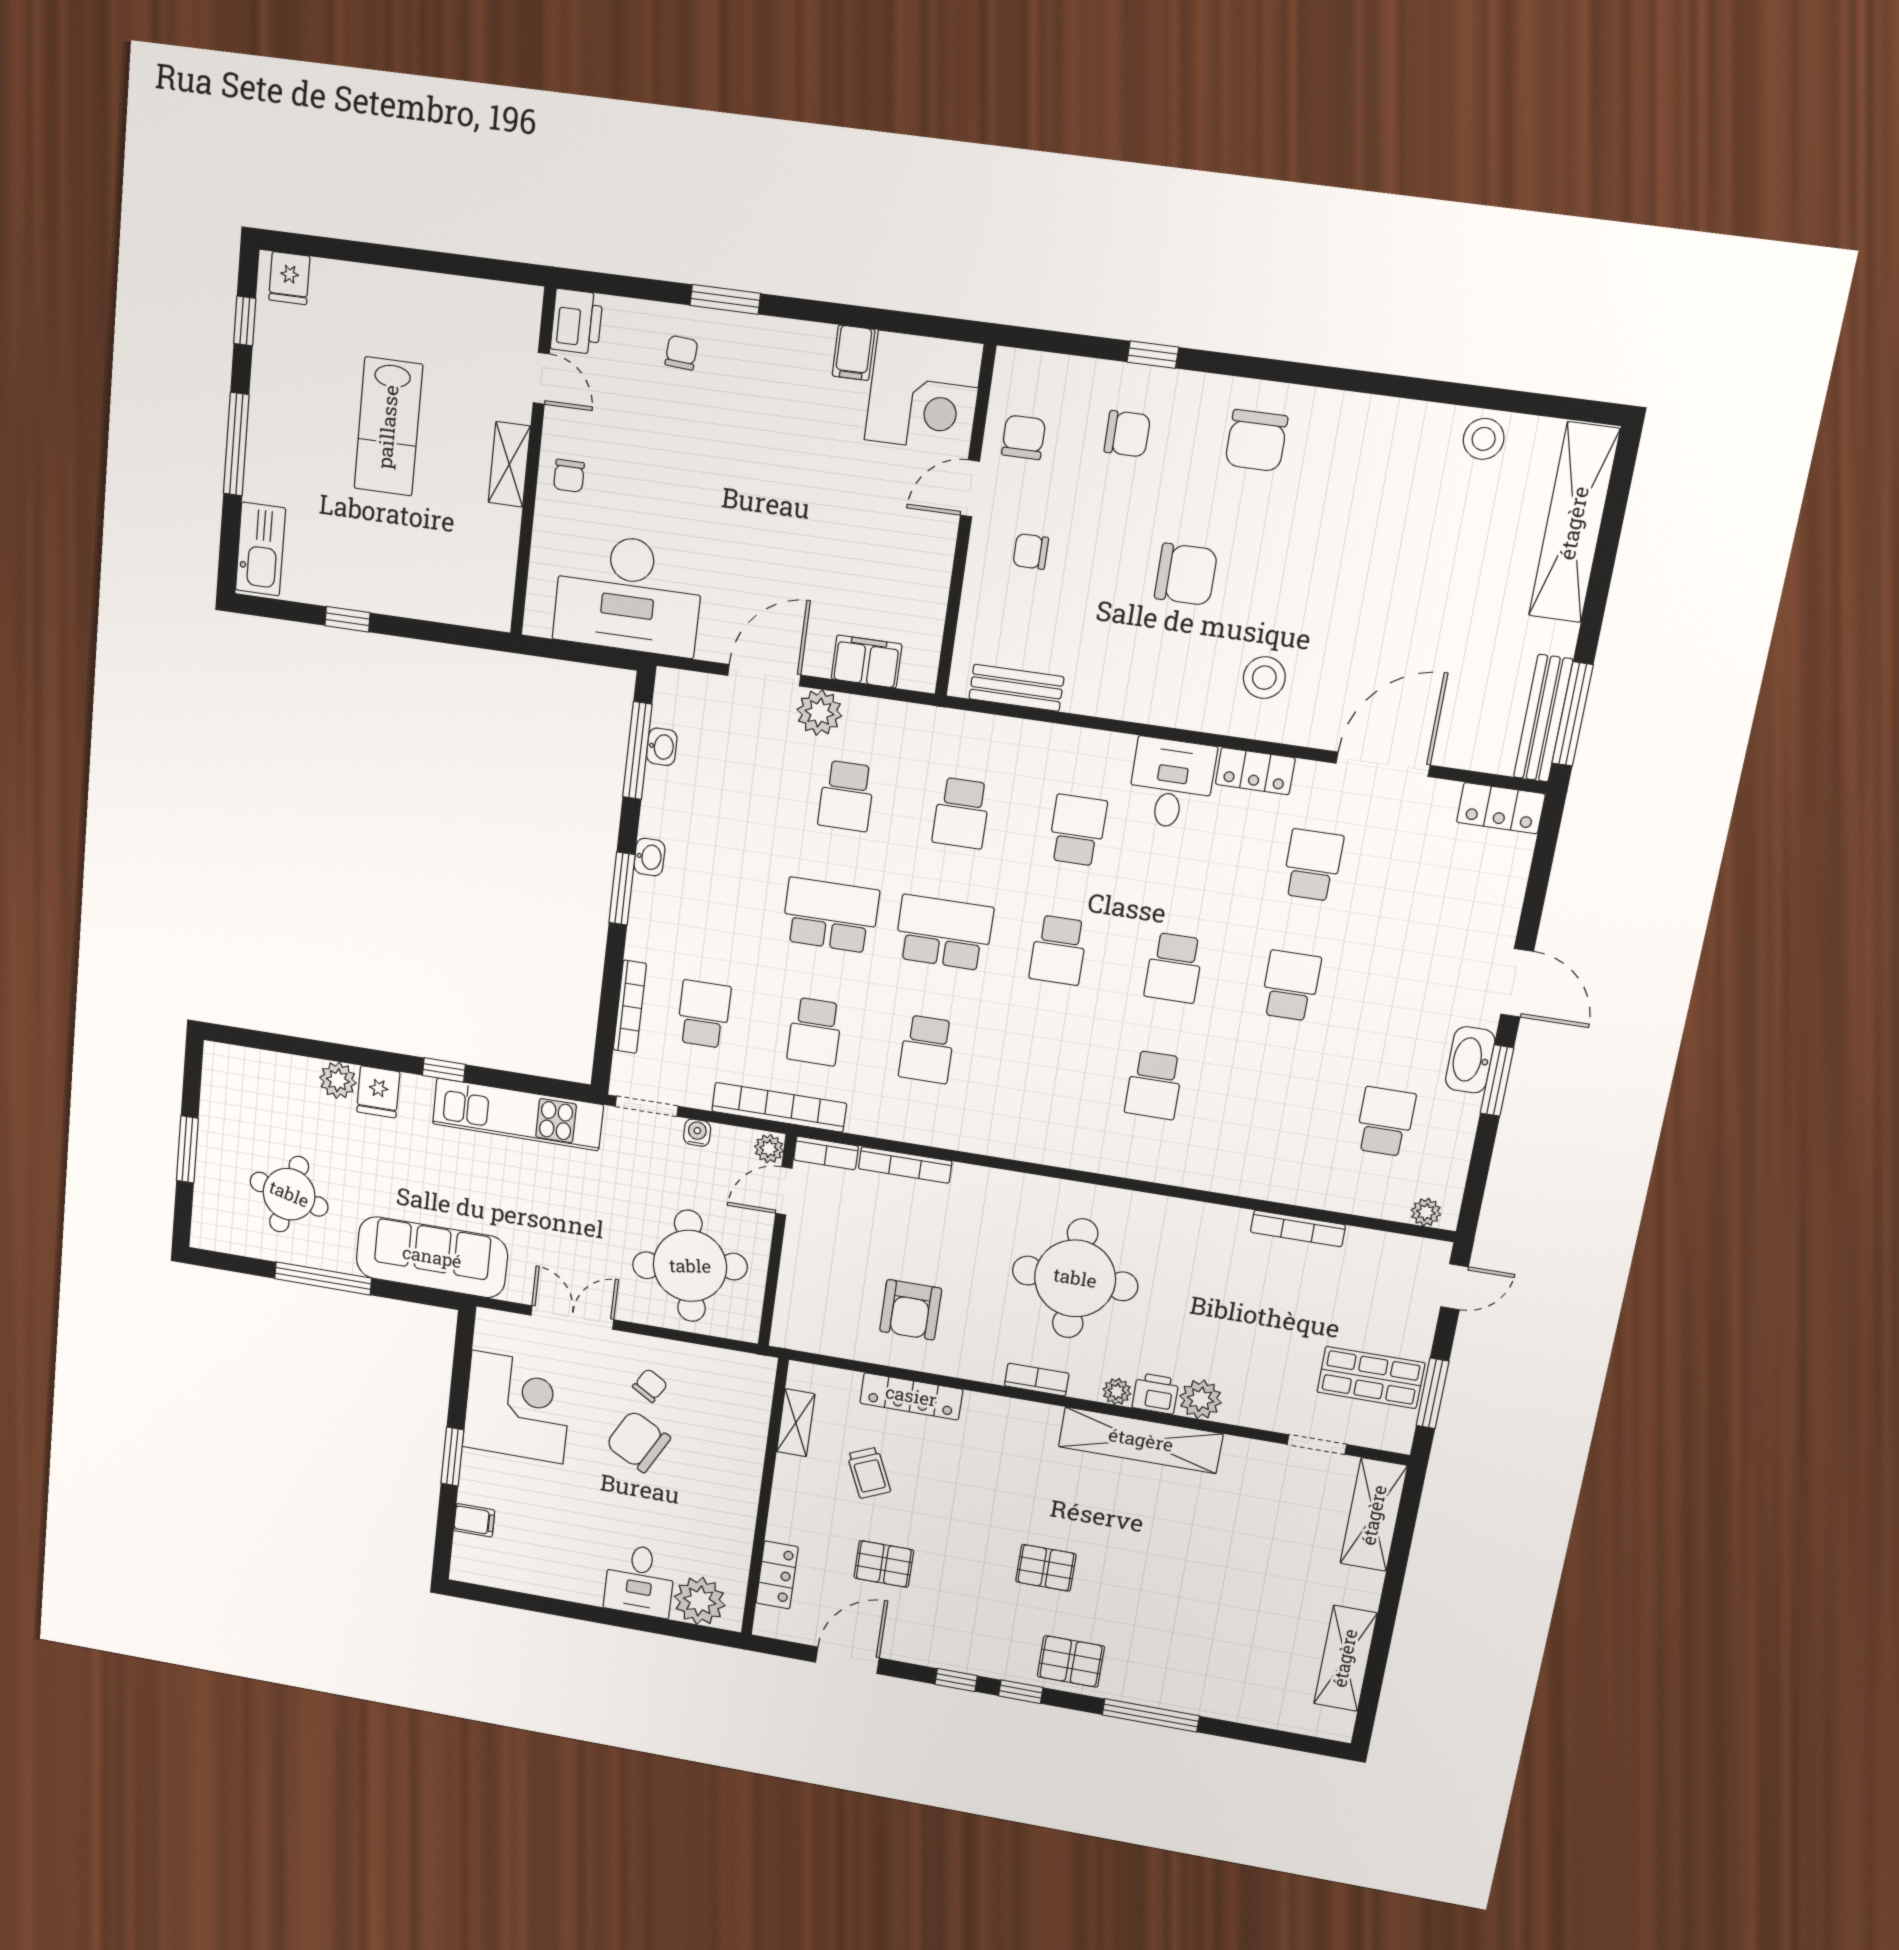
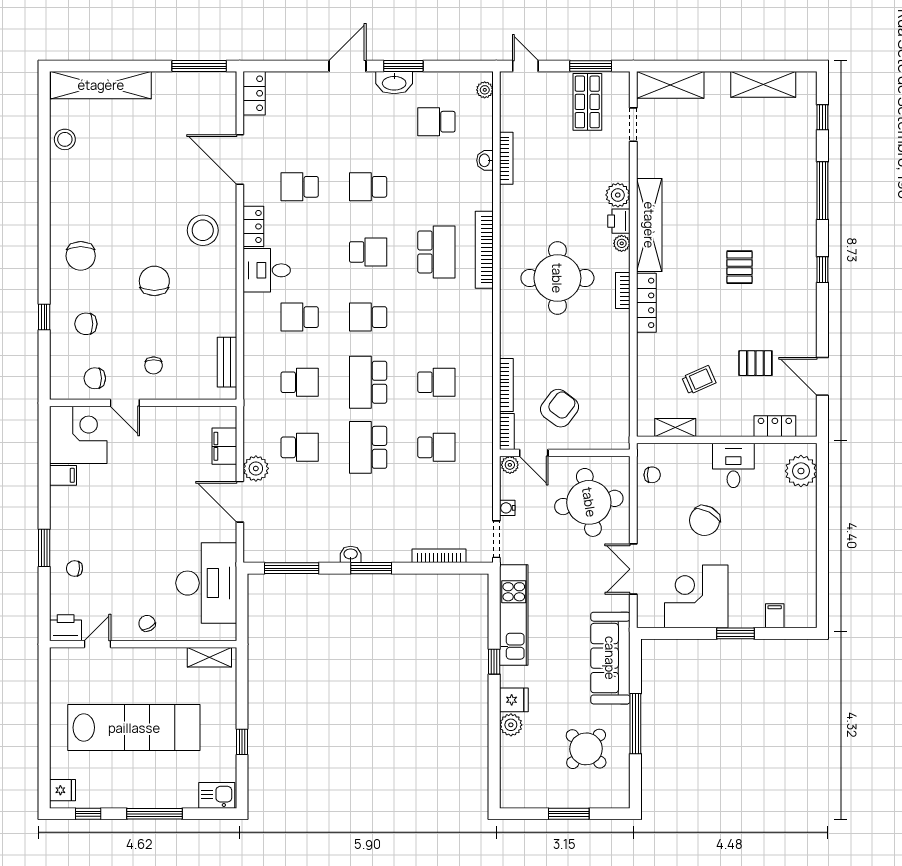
lab bench: (388, 427) -> (134, 728), width x1.86, depth x1.39
chair: (1127, 434) -> (86, 324), turned -90
chair: (1256, 441) -> (81, 256), turned 90
shelving: (509, 464) -> (209, 657), moved
chair: (569, 476) -> (147, 623), turned -118
kitchen sink: (261, 549) -> (217, 795), width x0.73
stool: (1264, 678) -> (203, 230), width x1.38, depth x1.38
bench: (1543, 718) -> (203, 81), removed
washbasin: (662, 747) -> (485, 160), moved, turned -90
school desk: (1058, 950) -> (368, 317), turned 180
school desk: (704, 1014) -> (436, 512), removed
school desk: (1154, 1085) -> (436, 252), width x1.85
bookcase: (779, 1107) -> (484, 250), moved
round table: (289, 1194) -> (586, 749), turned 30
armchair: (911, 1310) -> (560, 408), moved, turned -53
chair: (650, 1386) -> (652, 475), moved, turned 149
locker: (911, 1396) -> (646, 303), moved
pallet: (884, 1564) -> (755, 363), turned 90
desk: (640, 1580) -> (733, 465), moved, turned -90
pallet: (1071, 1661) -> (797, 243), removed
window: (956, 1680) -> (822, 117), moved

